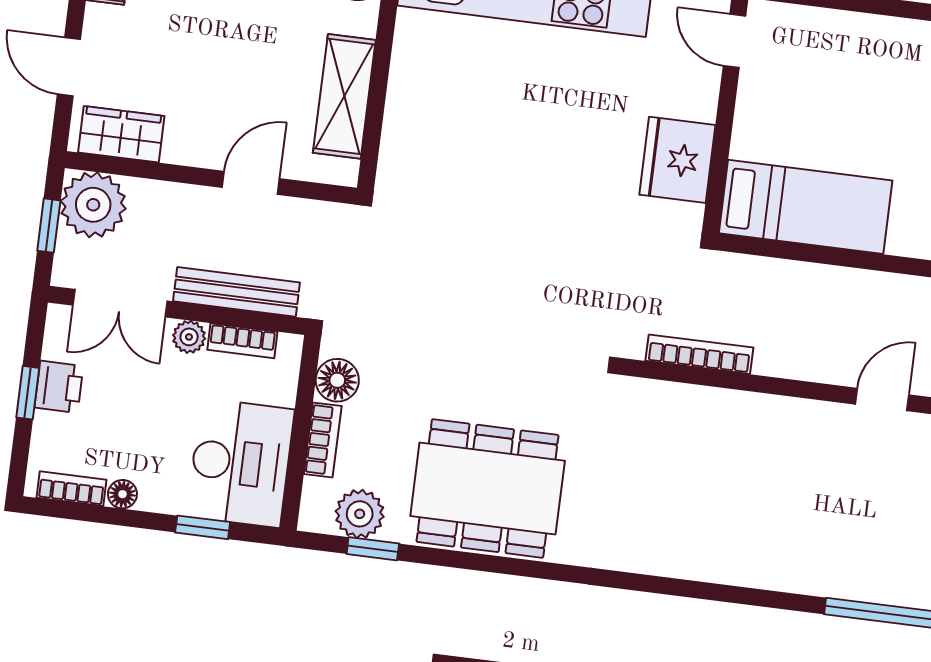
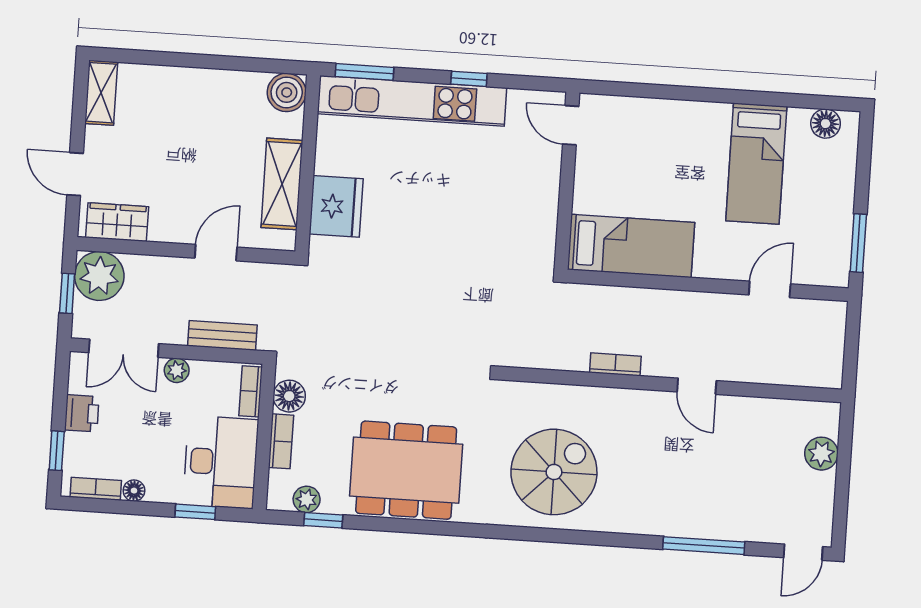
fridge: (677, 160) -> (336, 206), moved, turned 180
bench: (236, 292) -> (222, 335), width x0.73
bookcase: (242, 341) -> (251, 391), moved, turned 90
bookcase: (699, 354) -> (615, 364), moved, width x0.64
window: (28, 393) -> (57, 451), moved
door: (882, 399) -> (697, 386), swing flipped
spiral stairs: (685, 503) -> (554, 472), added
plant: (360, 514) -> (307, 499), width x0.73, depth x0.73

